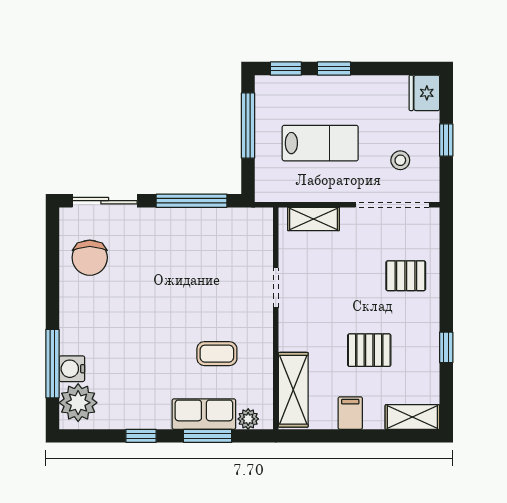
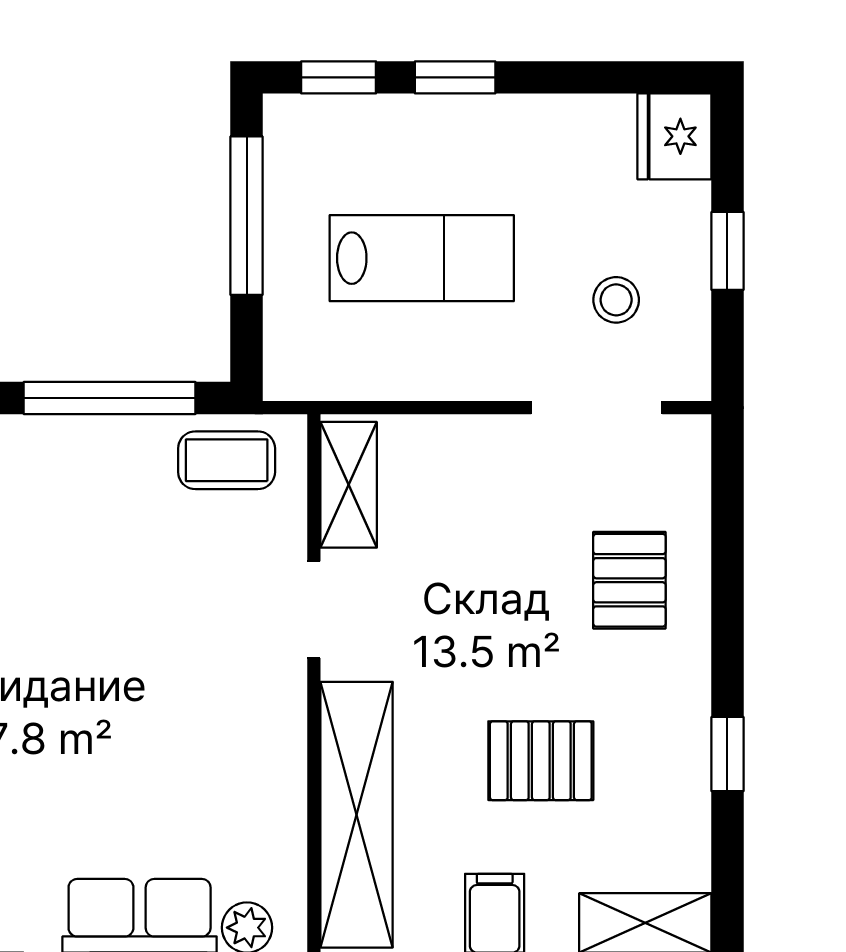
doorway: (392, 205) -> (597, 408), width x0.73
shelving: (314, 219) -> (349, 485), moved, turned 90
pallet: (406, 276) -> (629, 580), turned 90
coffee table: (217, 354) -> (227, 460), moved
shelving: (293, 390) -> (357, 815), width x1.47

